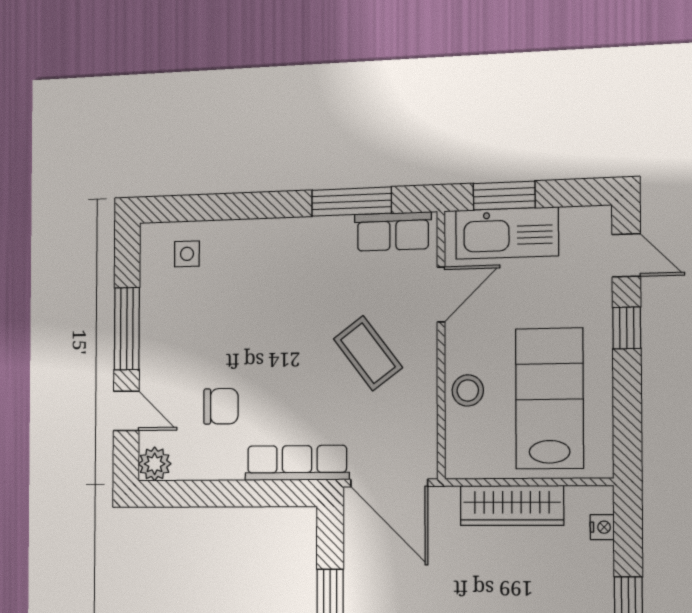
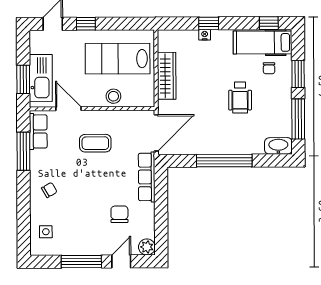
chair: (271, 258) -> (49, 190), added
coffee table: (368, 353) -> (95, 143), turned 37
nightstand: (602, 527) -> (205, 35), moved

